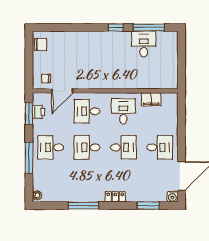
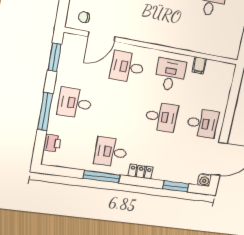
filing cabinet: (151, 99) -> (199, 65), width x0.50
printer: (39, 112) -> (52, 143), moved
desk: (87, 147) -> (111, 152), moved
plant: (37, 195) -> (48, 157), removed

